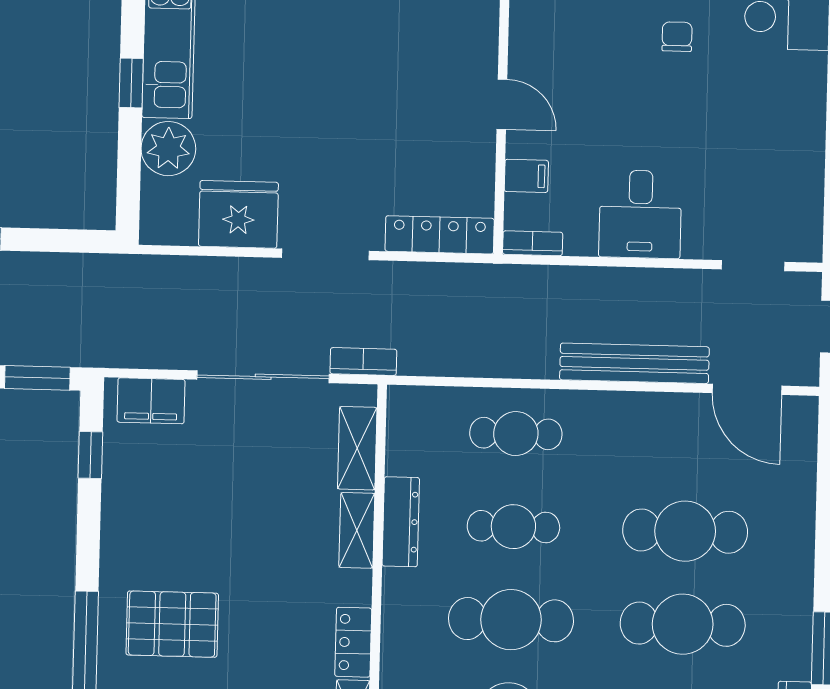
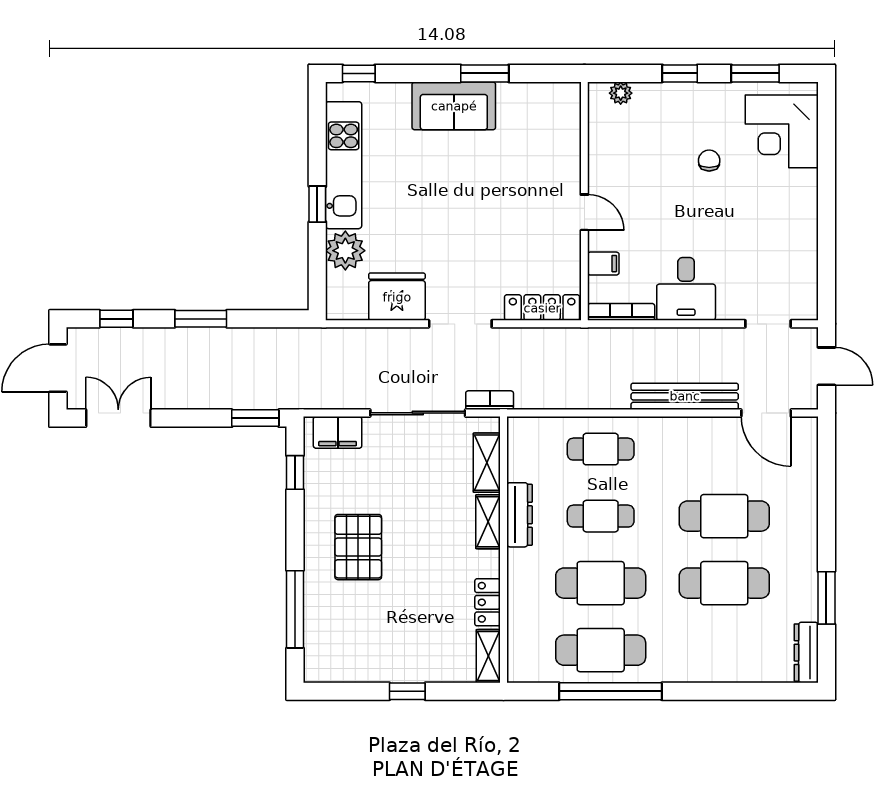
bookcase: (533, 243) -> (621, 312), width x1.56
pallet: (172, 624) -> (358, 547), moved, turned 90

